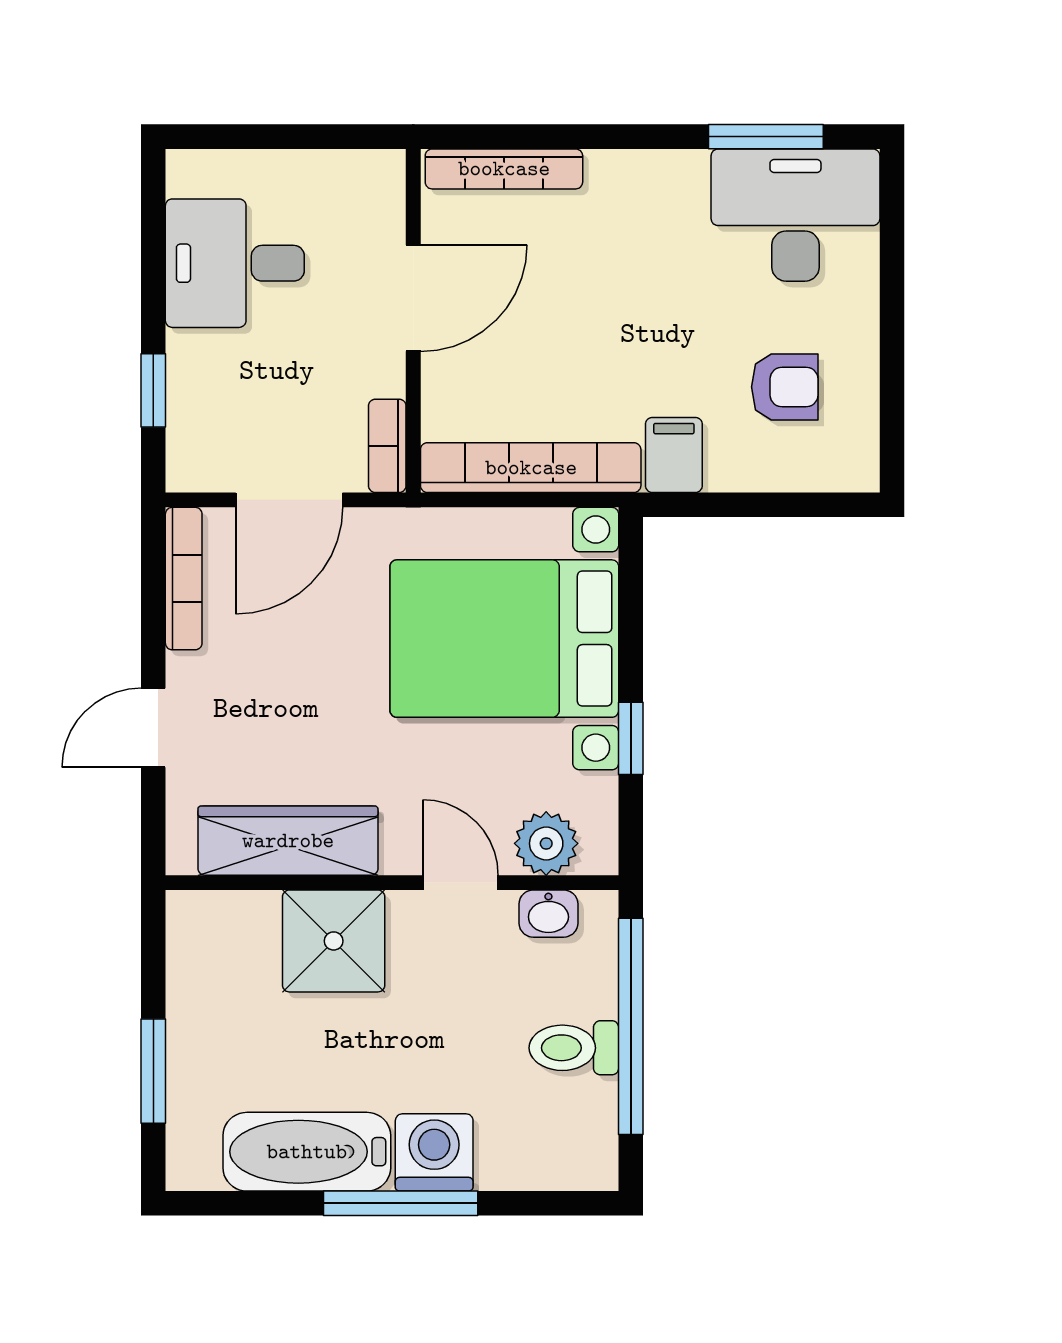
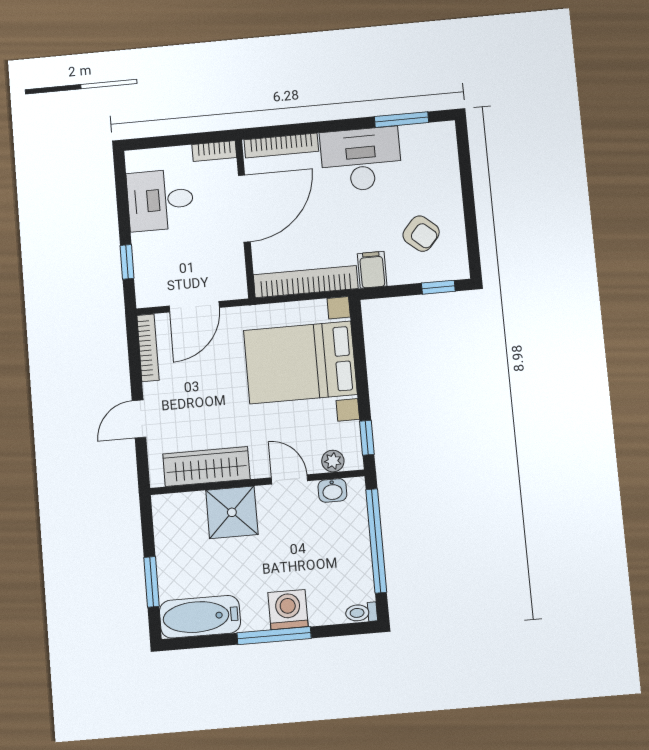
desk: (795, 215) -> (361, 159), moved
door: (413, 298) -> (244, 208), width x1.36
armchair: (785, 387) -> (421, 234), turned 41
bookcase: (387, 446) -> (214, 151), moved, turned -90
window: (810, 505) -> (438, 287), added
window: (631, 738) -> (367, 438), moved
plant: (546, 843) -> (333, 461), width x0.73, depth x0.73
toilet: (574, 1048) -> (361, 613), moved, width x0.73, depth x0.72
bathtub: (307, 1152) -> (200, 617), moved

